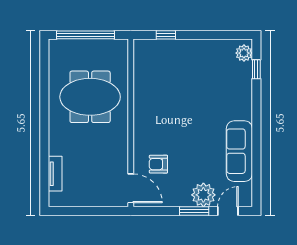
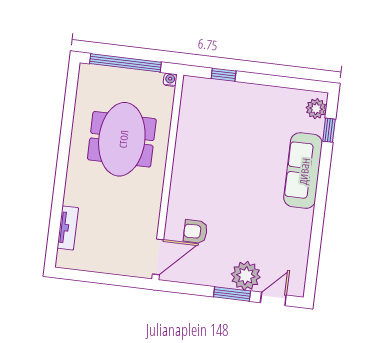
water cooler: (123, 44) -> (170, 80), added
meeting table: (90, 97) -> (122, 139), turned 90
sofa: (239, 151) -> (303, 171), moved
door: (131, 188) -> (158, 257), hinge flipped

